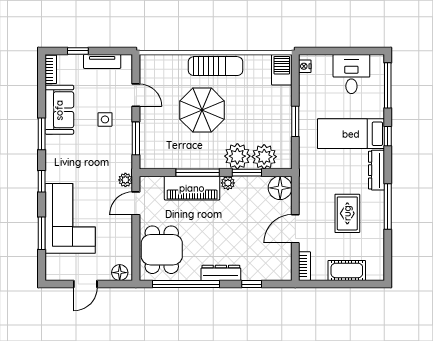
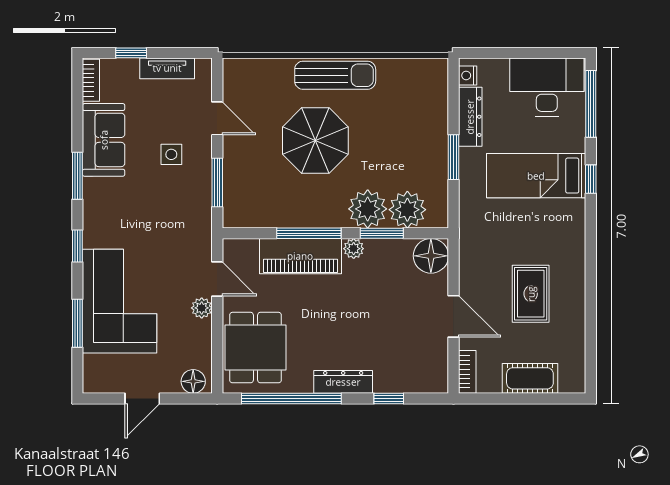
barbecue: (282, 70) -> (434, 81), removed
desk: (351, 74) -> (547, 87), width x1.37
dresser: (377, 170) -> (470, 117), moved, turned 180
plant: (125, 180) -> (202, 308), moved
door: (136, 203) -> (217, 279), swing flipped
window: (388, 207) -> (591, 284), removed
door: (295, 229) -> (453, 316), swing flipped

